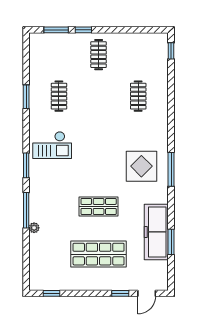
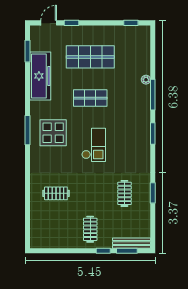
bench: (51, 39) -> (132, 243), added
window: (171, 51) -> (28, 232), removed
clothes rail: (138, 96) -> (56, 193), turned 90
checkout: (52, 145) -> (94, 145), moved, turned 90
window: (171, 242) -> (28, 51), moved

